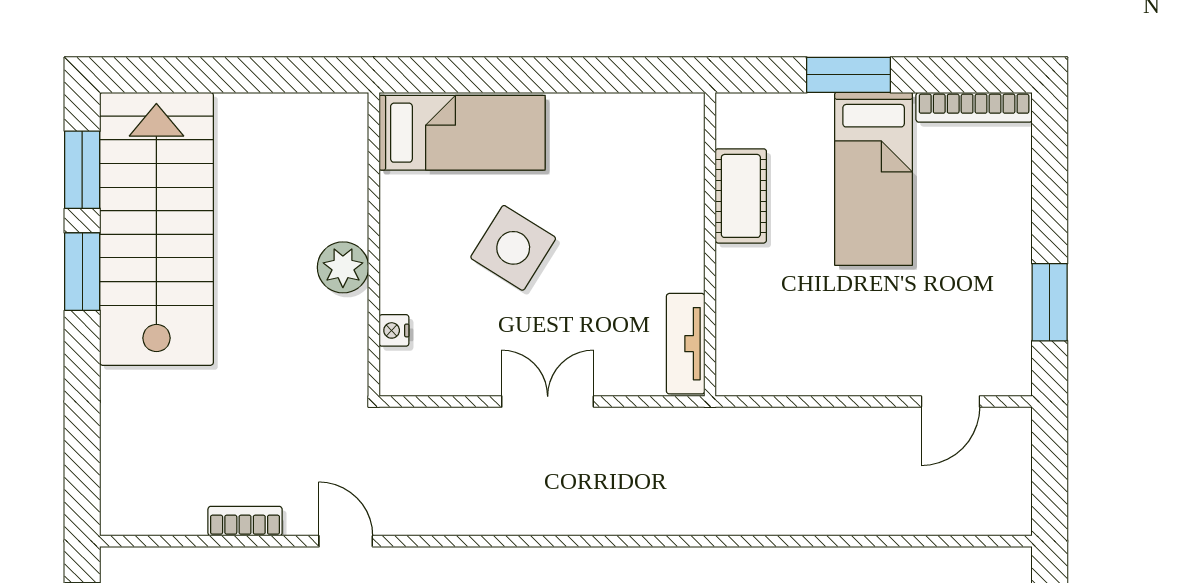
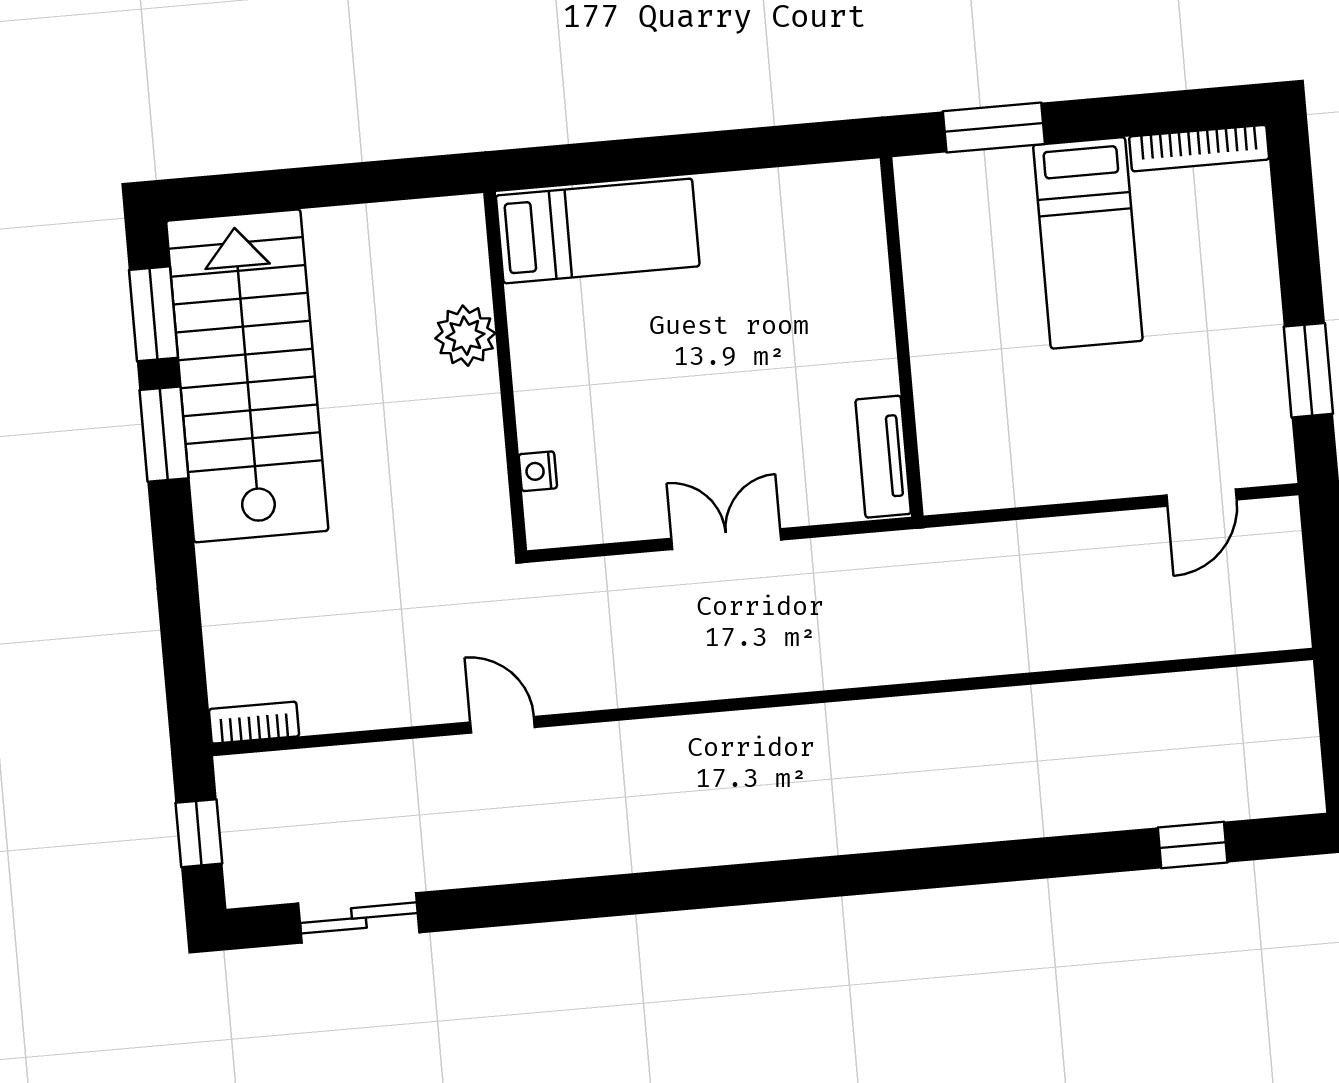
window: (849, 75) -> (994, 128), moved
cot: (741, 196) -> (933, 277), removed
side table: (513, 248) -> (670, 361), removed
plant: (343, 267) -> (465, 336), moved
bookcase: (245, 521) -> (254, 723), moved

